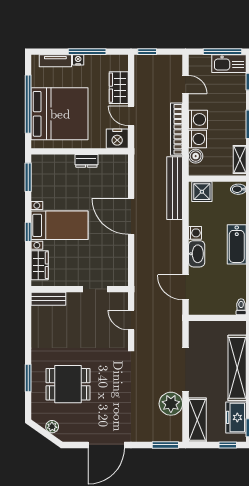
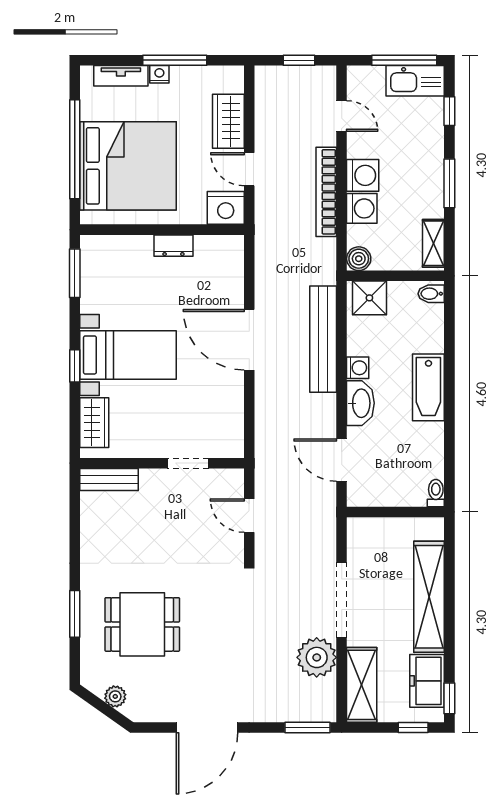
window: (147, 52) -> (299, 60), moved
boiler: (196, 156) -> (359, 259), moved
bench: (175, 188) -> (323, 339), moved

